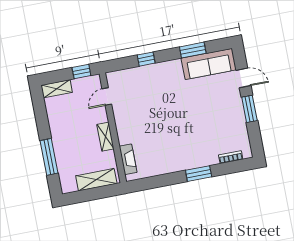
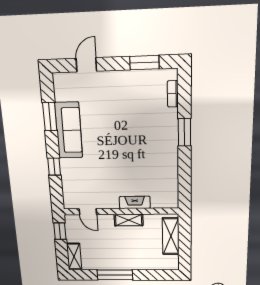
sofa: (209, 64) -> (69, 130), moved
window: (249, 109) -> (144, 63), moved
window: (49, 157) -> (115, 275), moved
fireplace: (128, 159) -> (135, 202), moved

